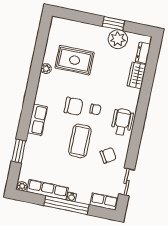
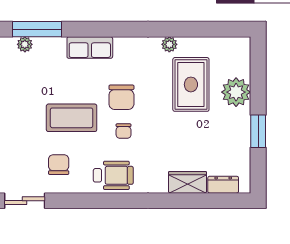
plant: (118, 39) -> (236, 92), moved
window: (19, 151) -> (37, 29), width x1.44
chair: (108, 155) -> (59, 165), turned -148
plant: (27, 161) -> (25, 44), added

